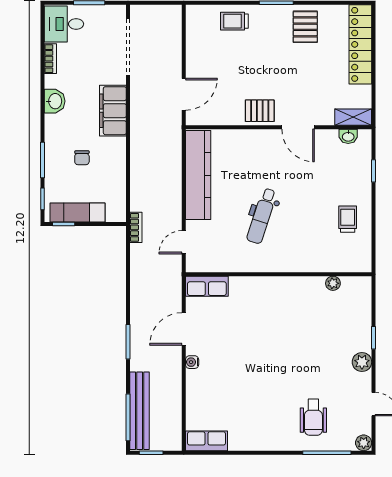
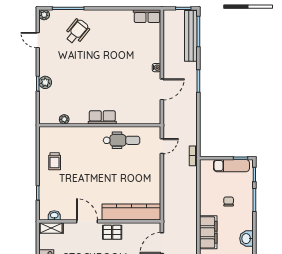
kitchen counter: (198, 175) -> (131, 212), moved, turned 90
dental chair: (262, 216) -> (122, 140), moved, turned 72
row of seats: (207, 286) -> (102, 117), moved
plant: (362, 362) -> (45, 82), moved
wheelchair: (313, 417) -> (77, 32), turned 39

